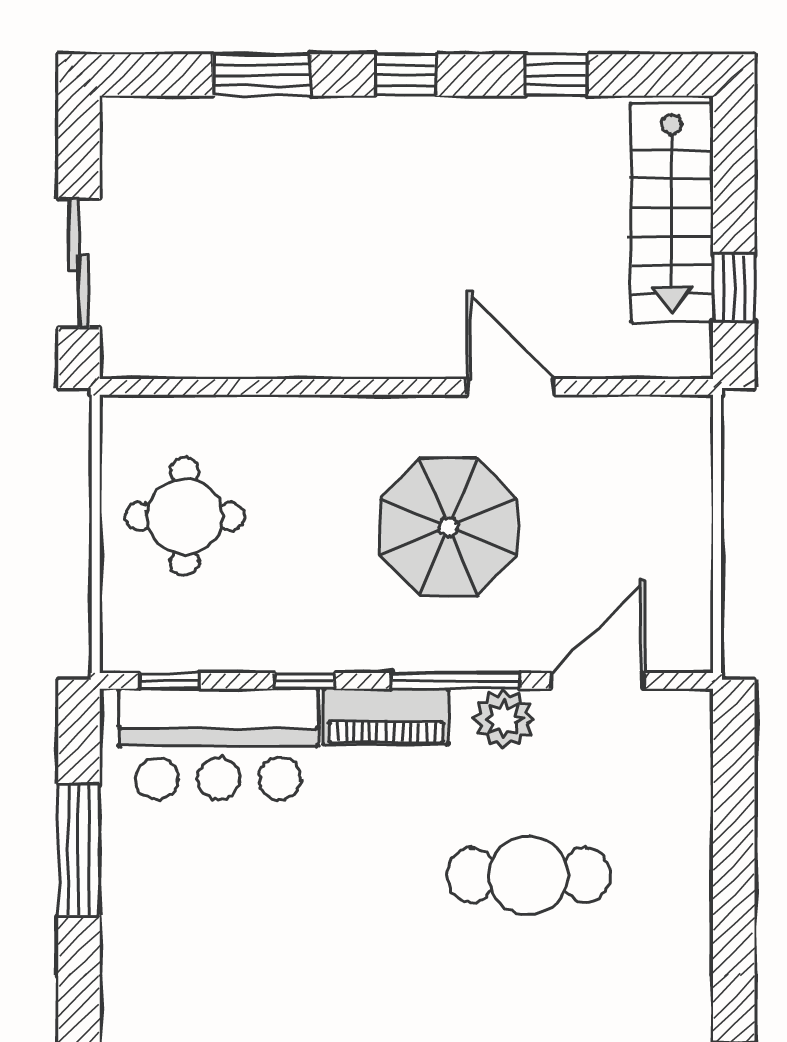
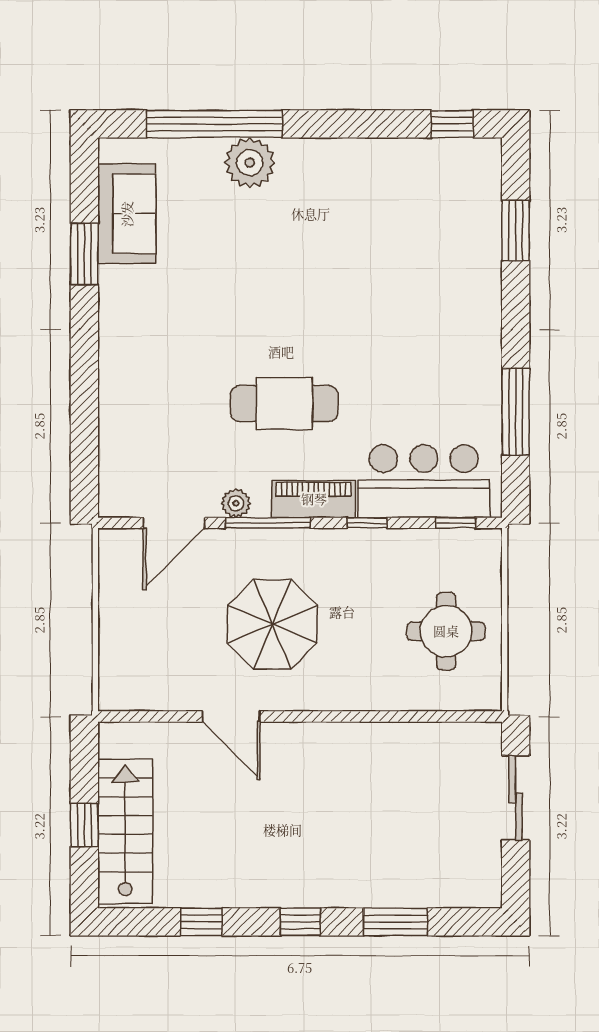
window: (734, 288) -> (84, 825), moved
plant: (504, 719) -> (236, 503), width x0.73, depth x0.73
cafe table: (529, 875) -> (284, 404), moved

